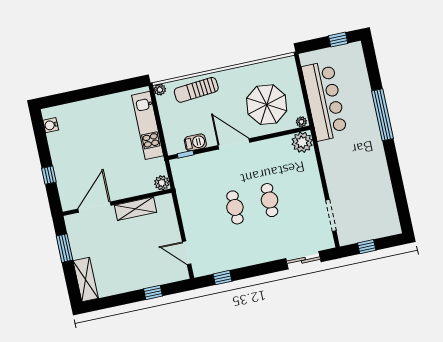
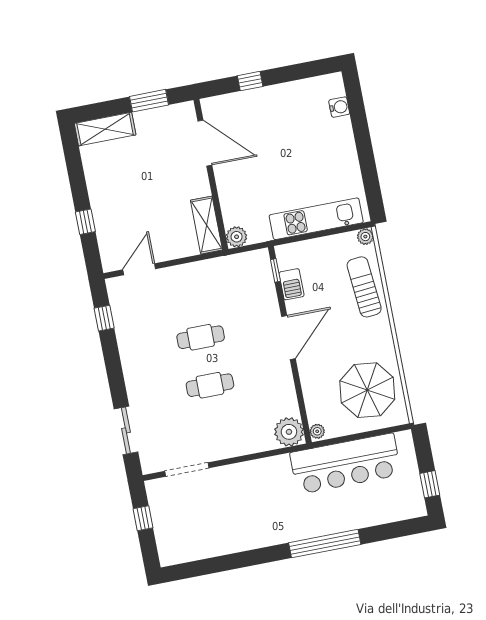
parasol: (267, 105) -> (367, 390), moved
water cooler: (51, 125) -> (339, 107), moved, turned 90
shelving: (135, 209) -> (206, 225), moved

